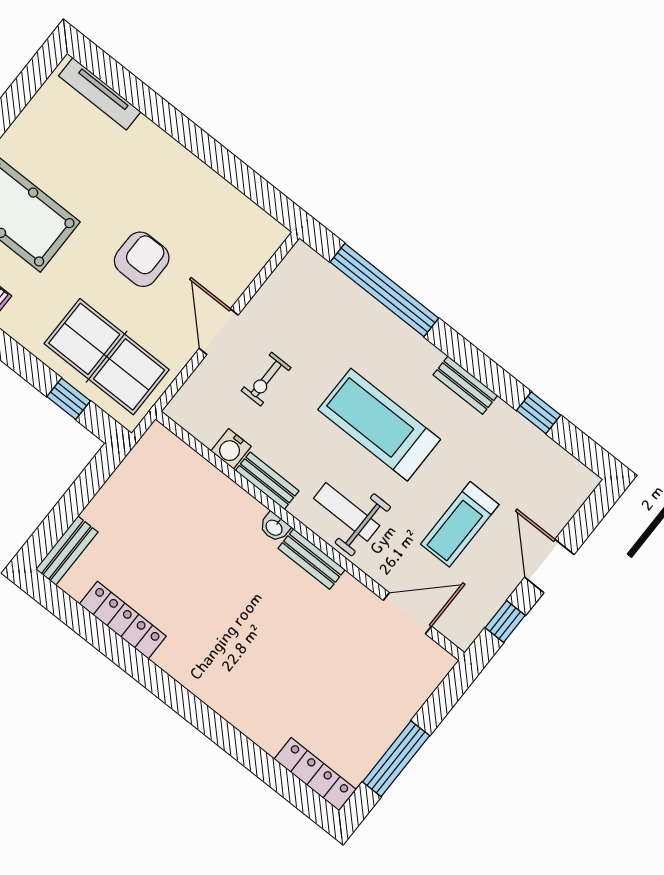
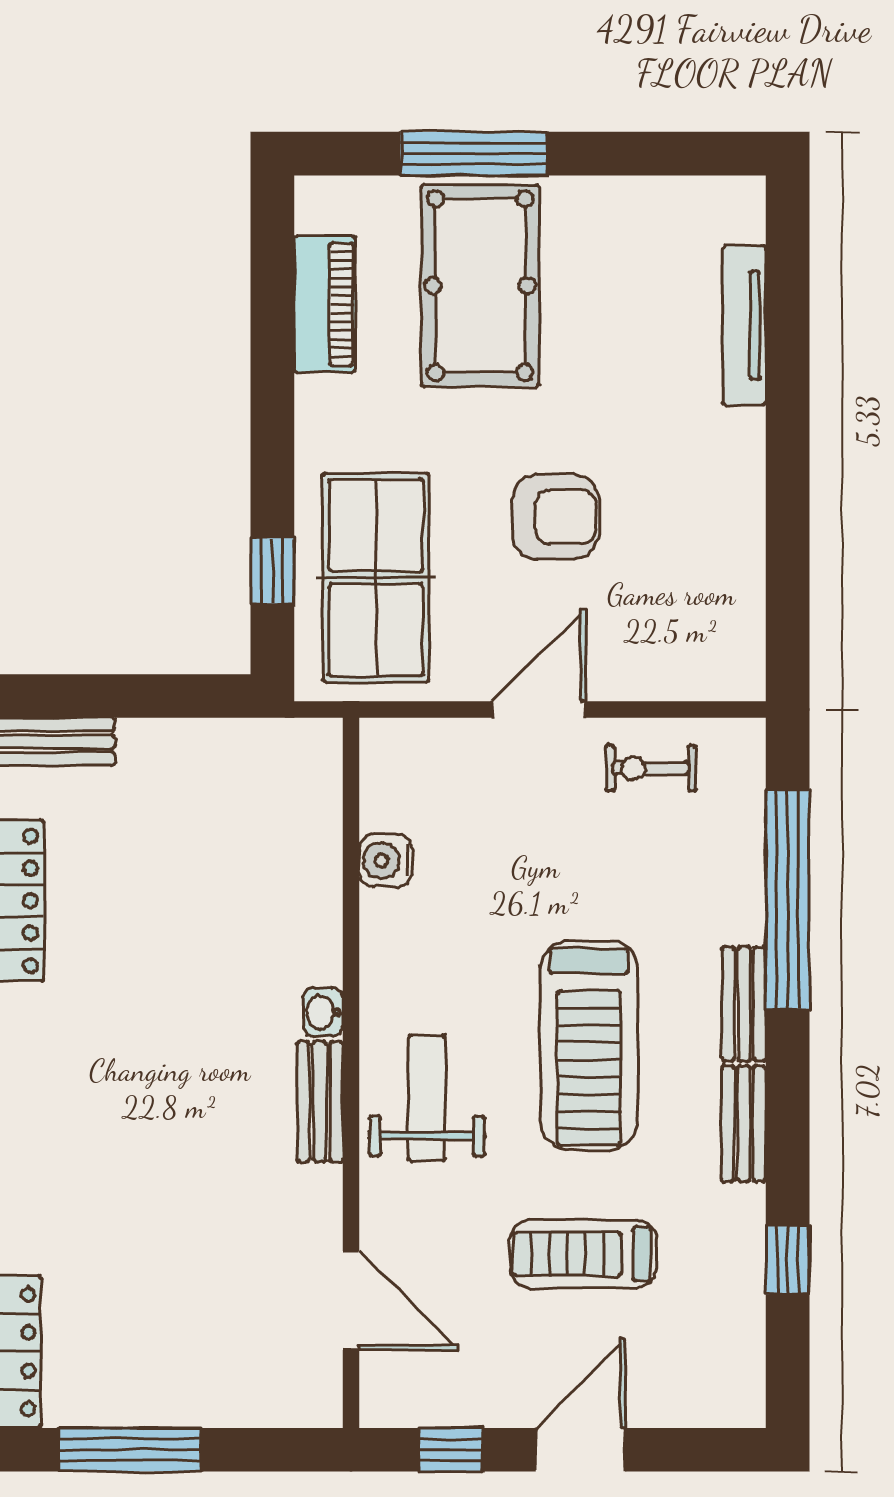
tv unit: (100, 94) -> (744, 325), moved
exercise bike: (266, 379) -> (651, 768), moved
treadmill: (379, 425) -> (589, 1045), turned 180
bench: (267, 481) -> (744, 1004), moved
treadmill: (460, 524) -> (583, 1254), moved

